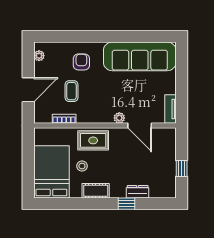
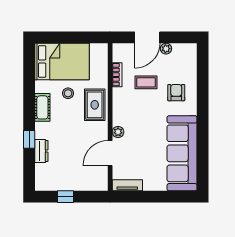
plant: (39, 56) -> (166, 49), moved
armchair: (81, 62) -> (176, 93), turned -90
door: (28, 90) -> (147, 37), hinge flipped

